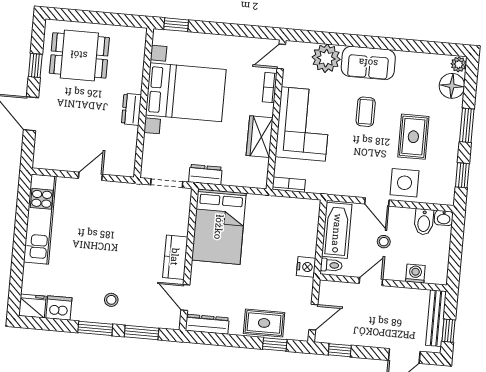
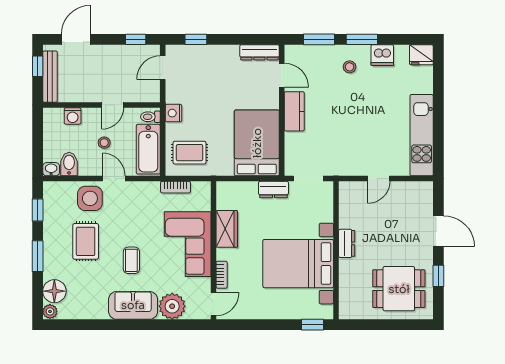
bookcase: (289, 185) -> (176, 187), moved
dishwasher: (59, 308) -> (382, 55), moved
rug: (264, 323) -> (189, 153), moved

